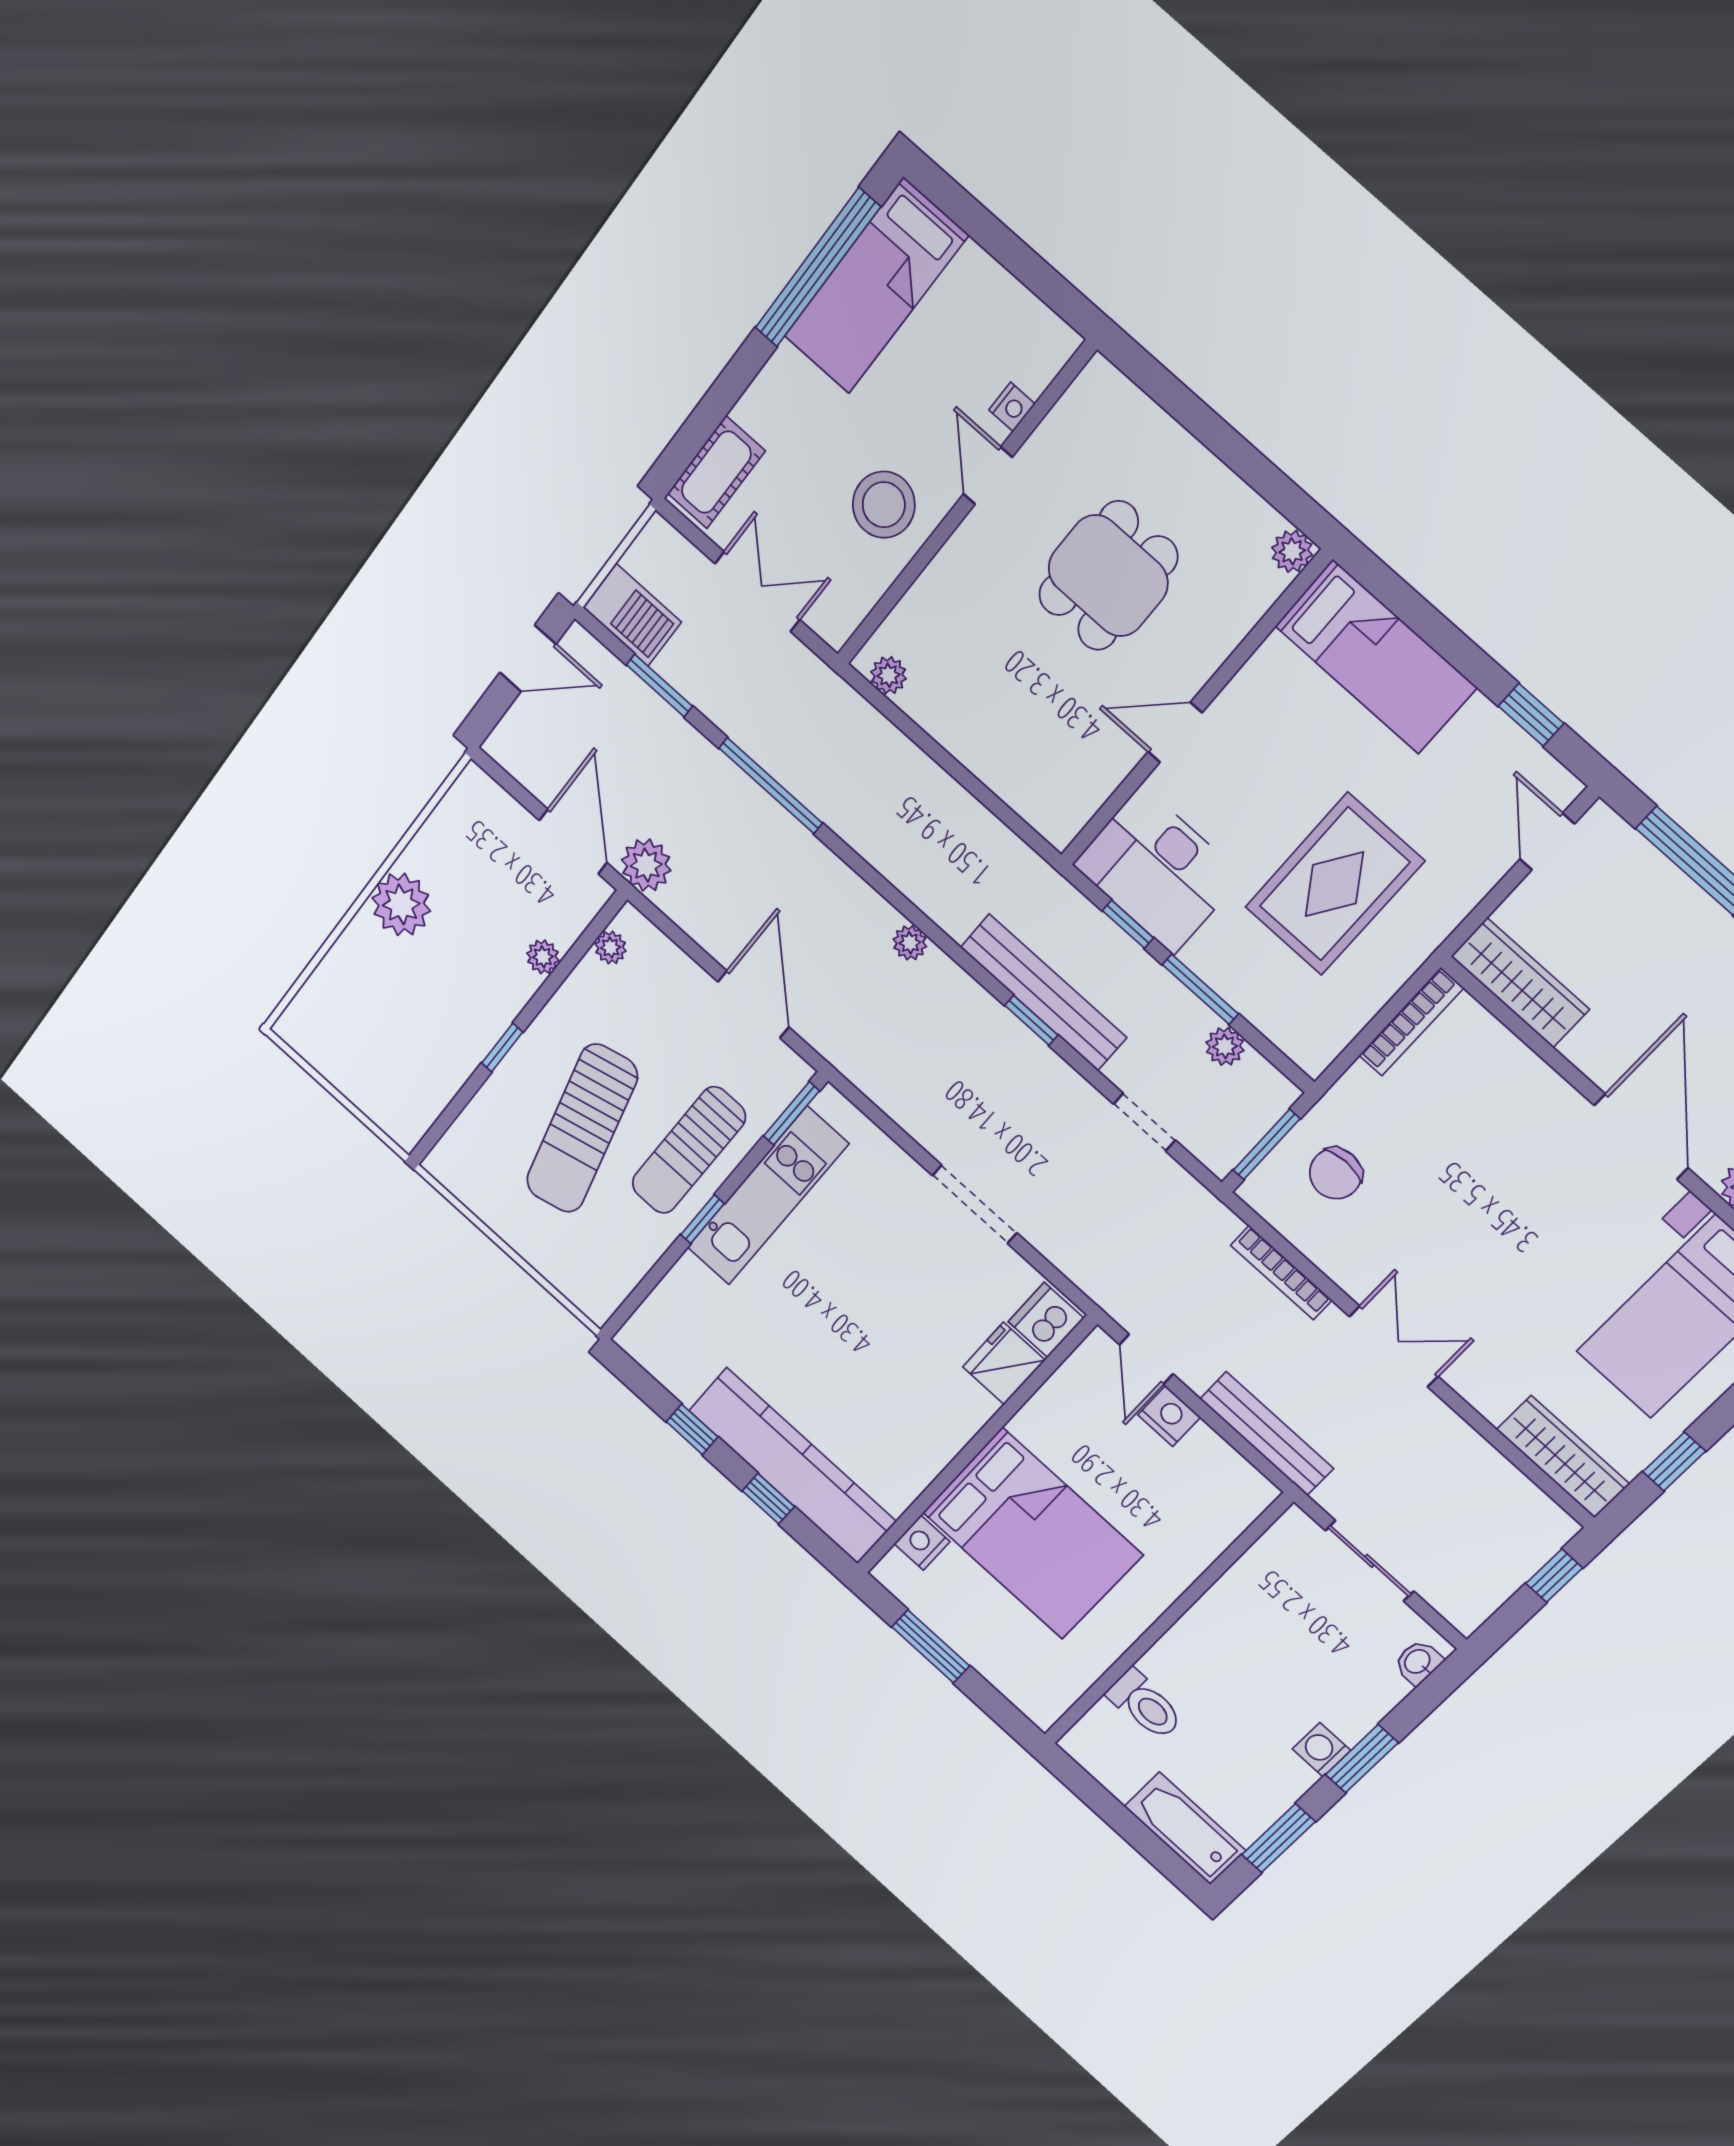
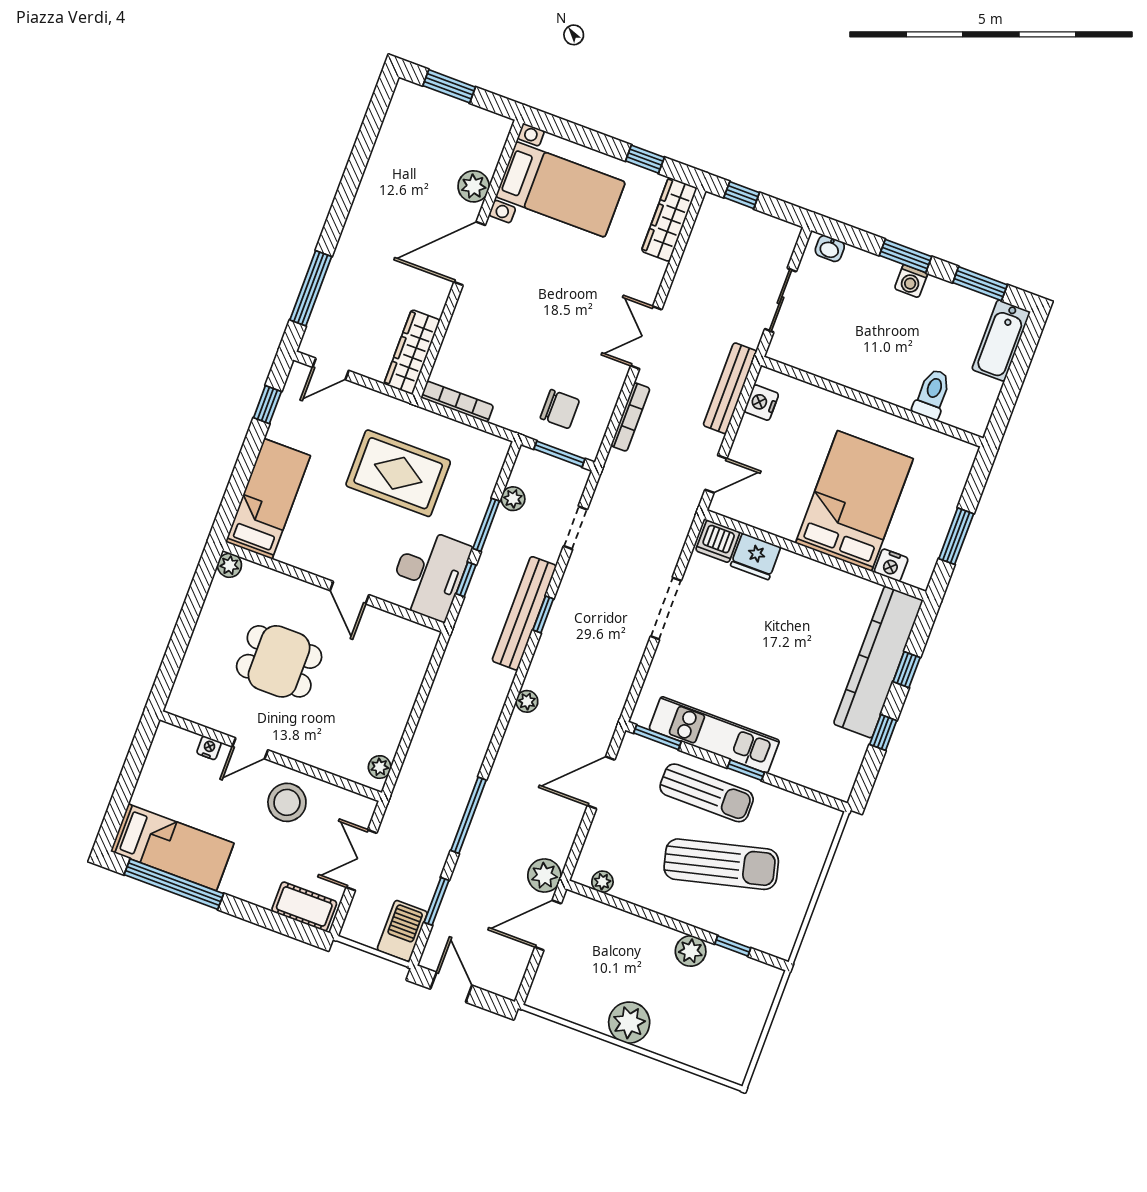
plant: (543, 957) -> (691, 951), moved, width x1.38, depth x1.38
window: (502, 1048) -> (733, 946), moved
nightstand: (1169, 1416) -> (761, 403), moved

